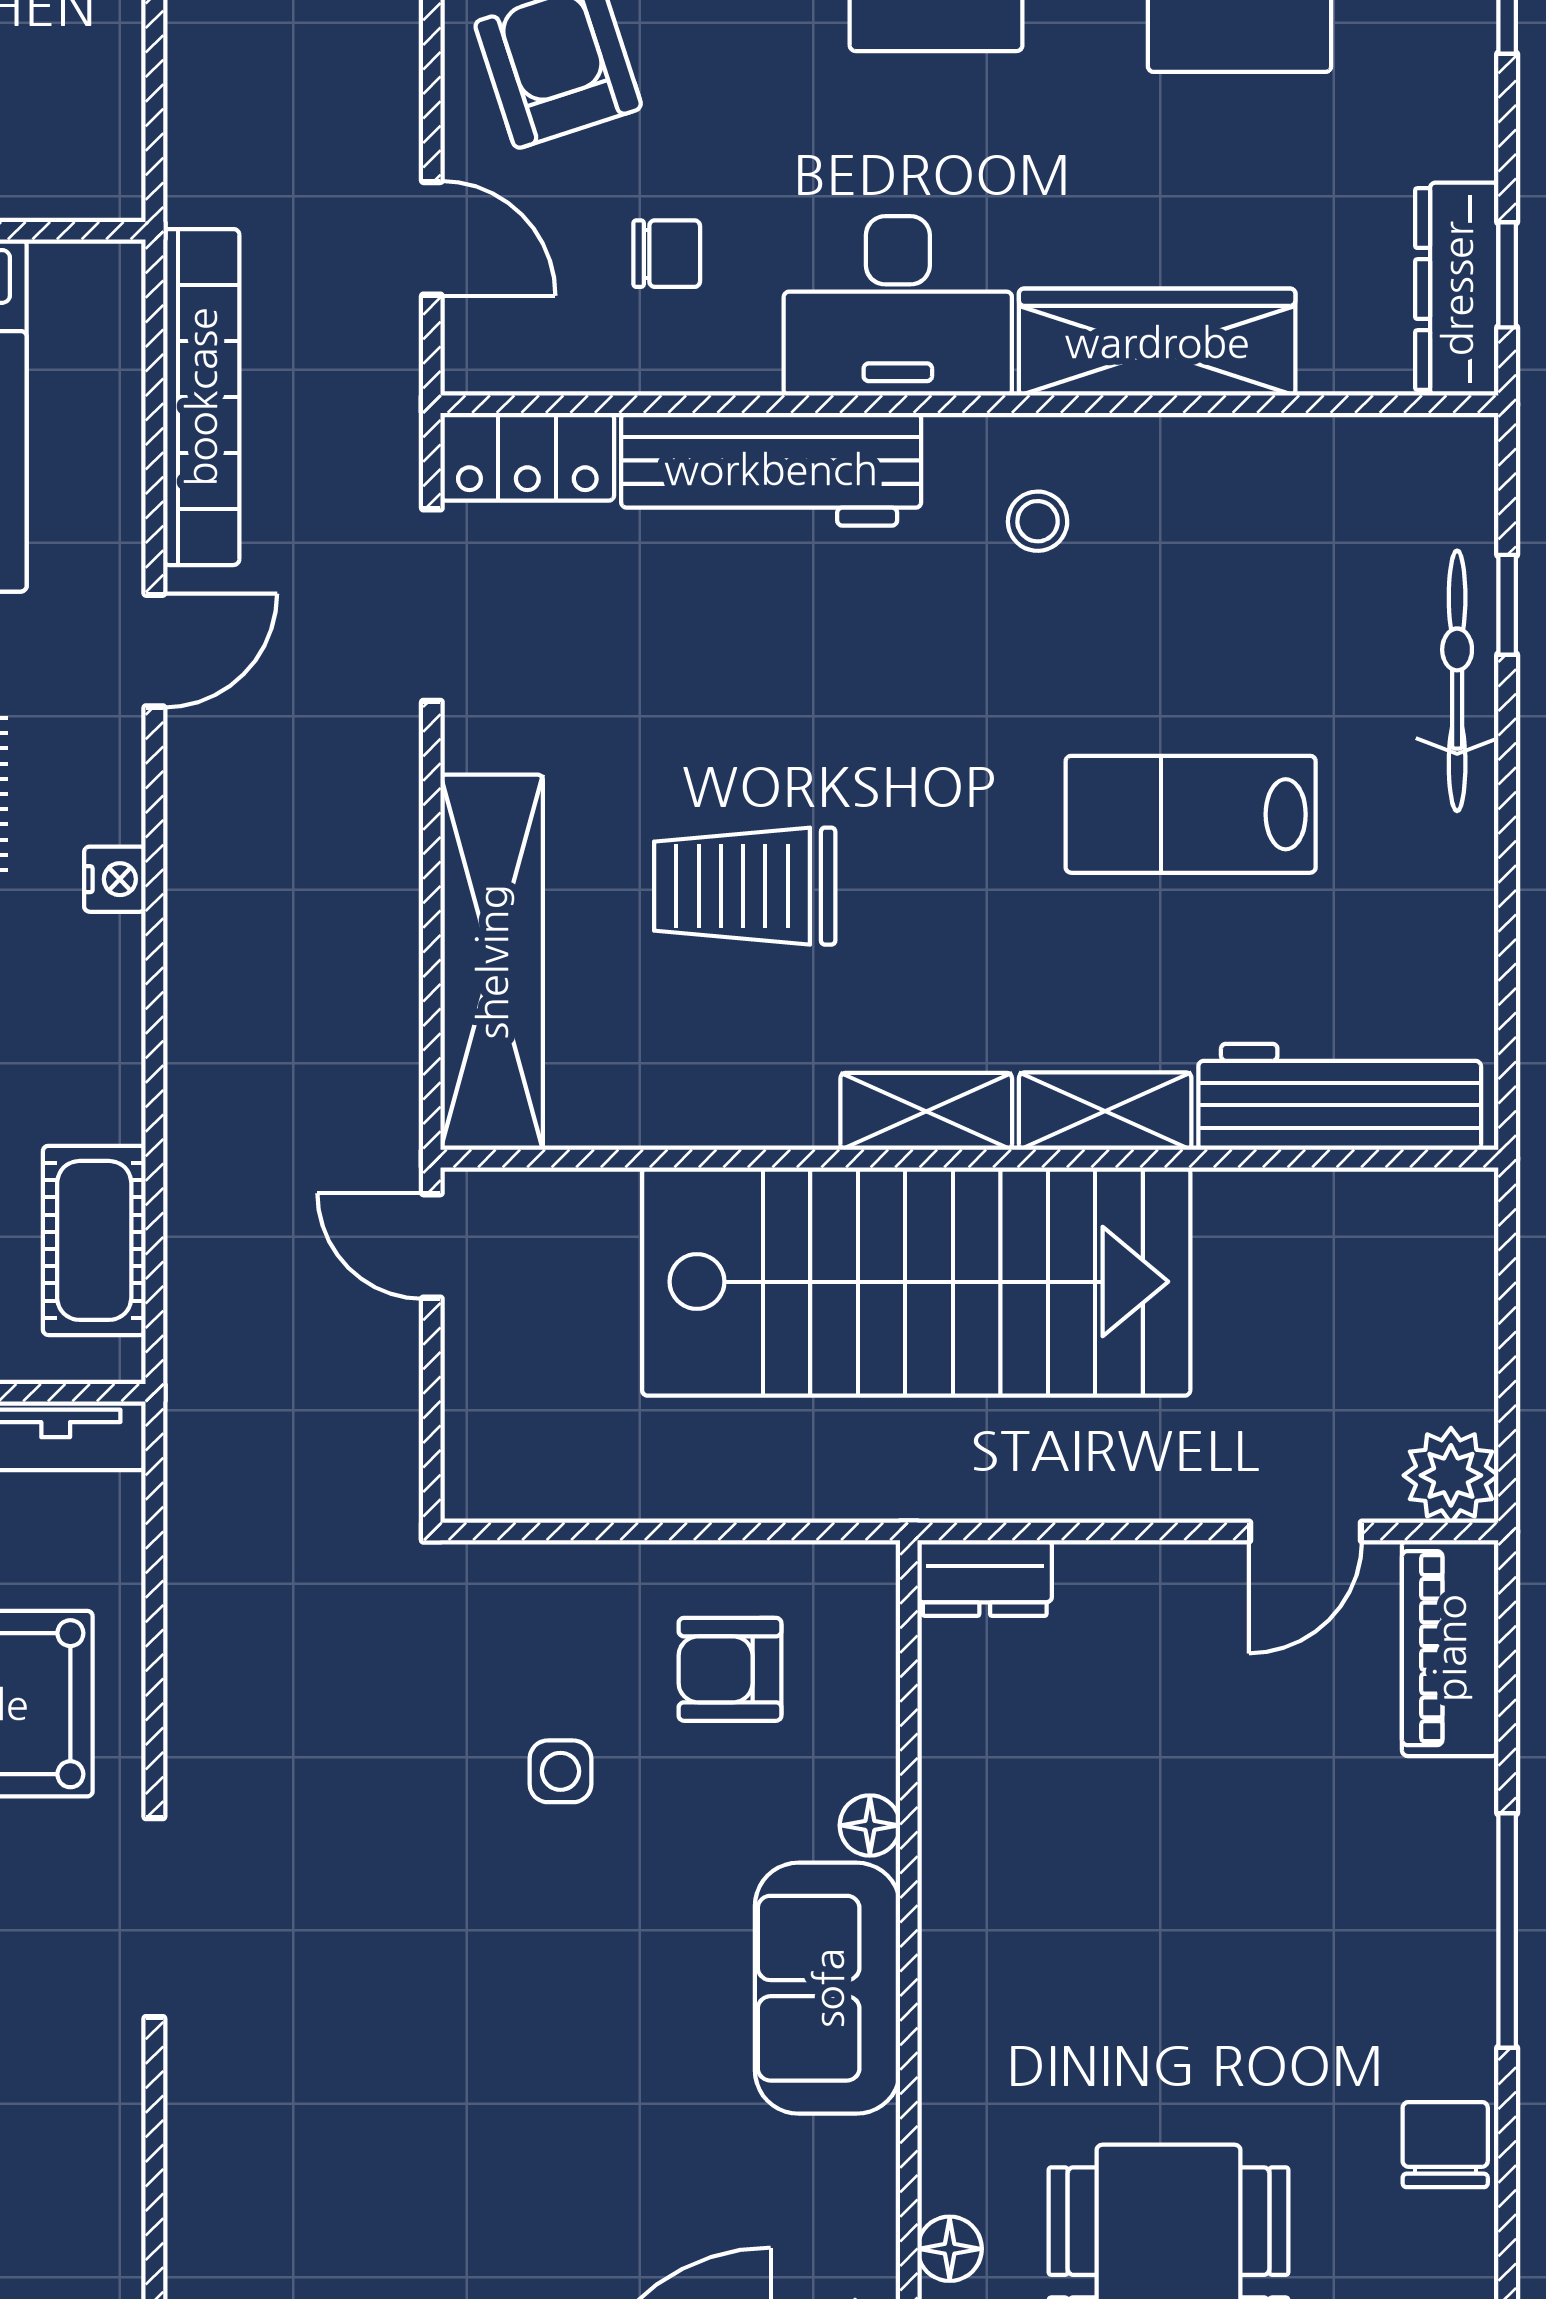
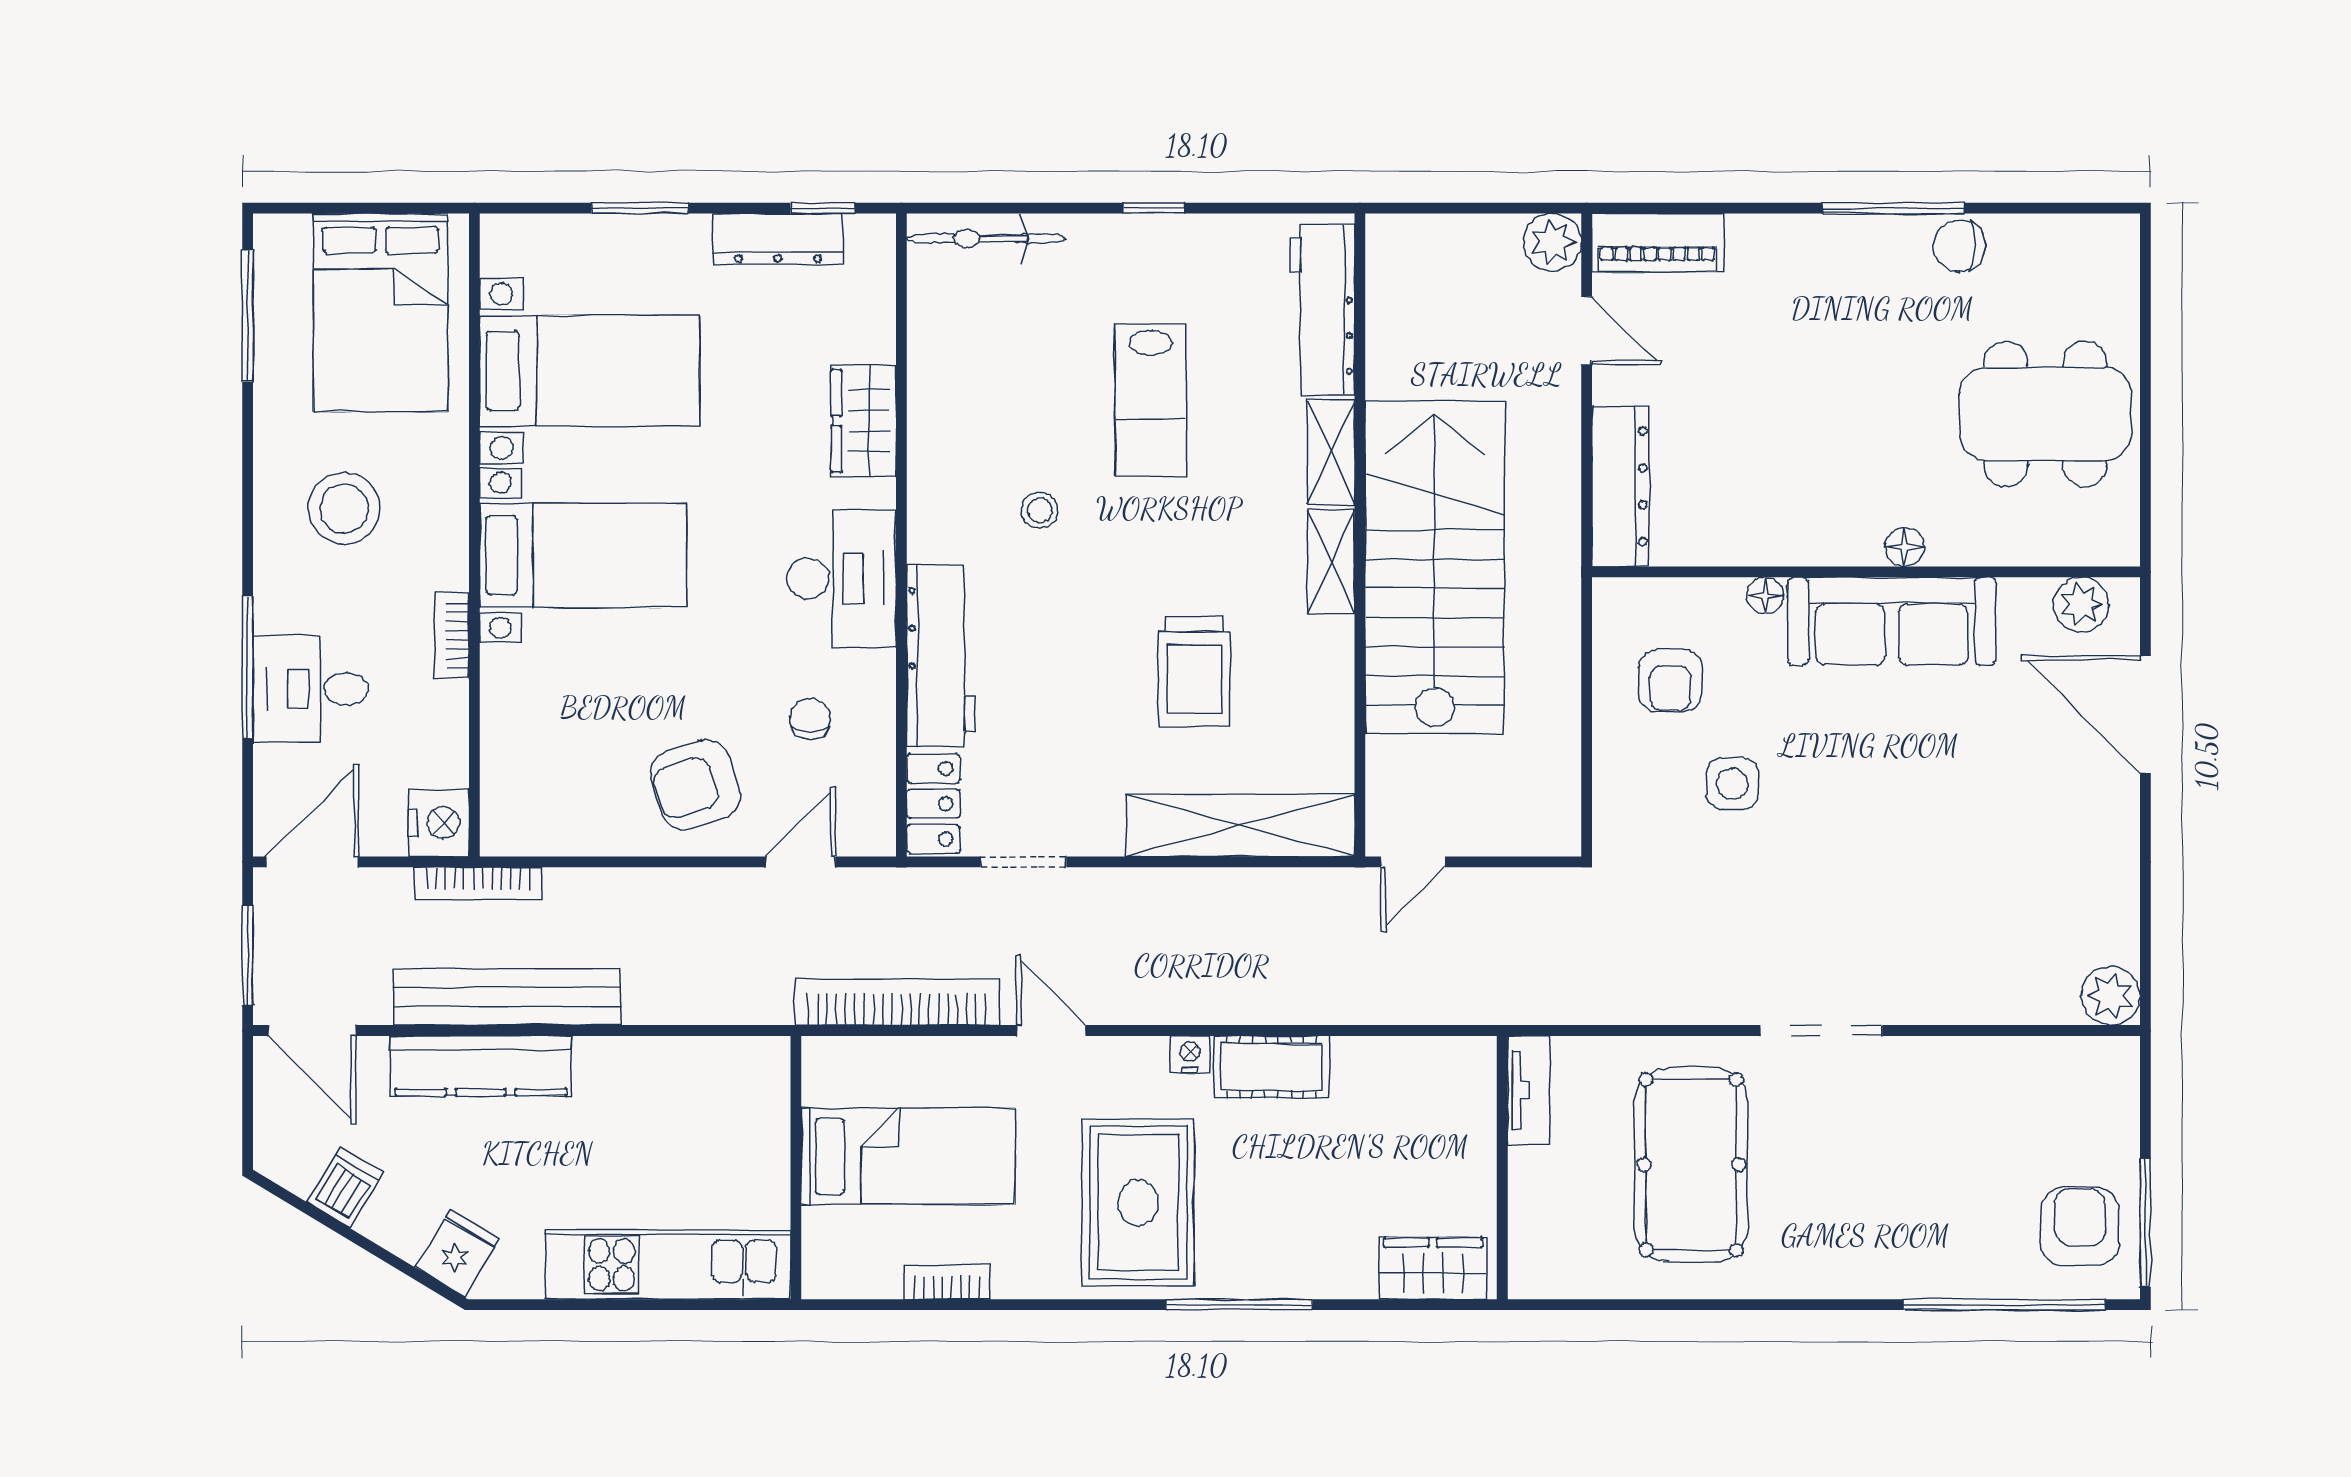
dresser: (1457, 289) -> (778, 239), moved
wardrobe: (1157, 342) -> (864, 421), width x0.67
stool: (1038, 521) -> (1040, 510), moved
doorway: (432, 605) -> (1023, 862), width x0.73
window: (1507, 605) -> (1154, 208), moved
bicycle: (1457, 681) -> (986, 239), moved
cot: (94, 1240) -> (1272, 1067), moved
dresser: (985, 1578) -> (1620, 486), width x1.96, depth x1.24
side table: (560, 1771) -> (1732, 784), width x1.37, depth x1.37
window: (1507, 1931) -> (1894, 208), moved
sofa: (828, 1988) -> (1892, 621), width x1.36
floor lamp: (950, 2249) -> (1905, 547), moved

